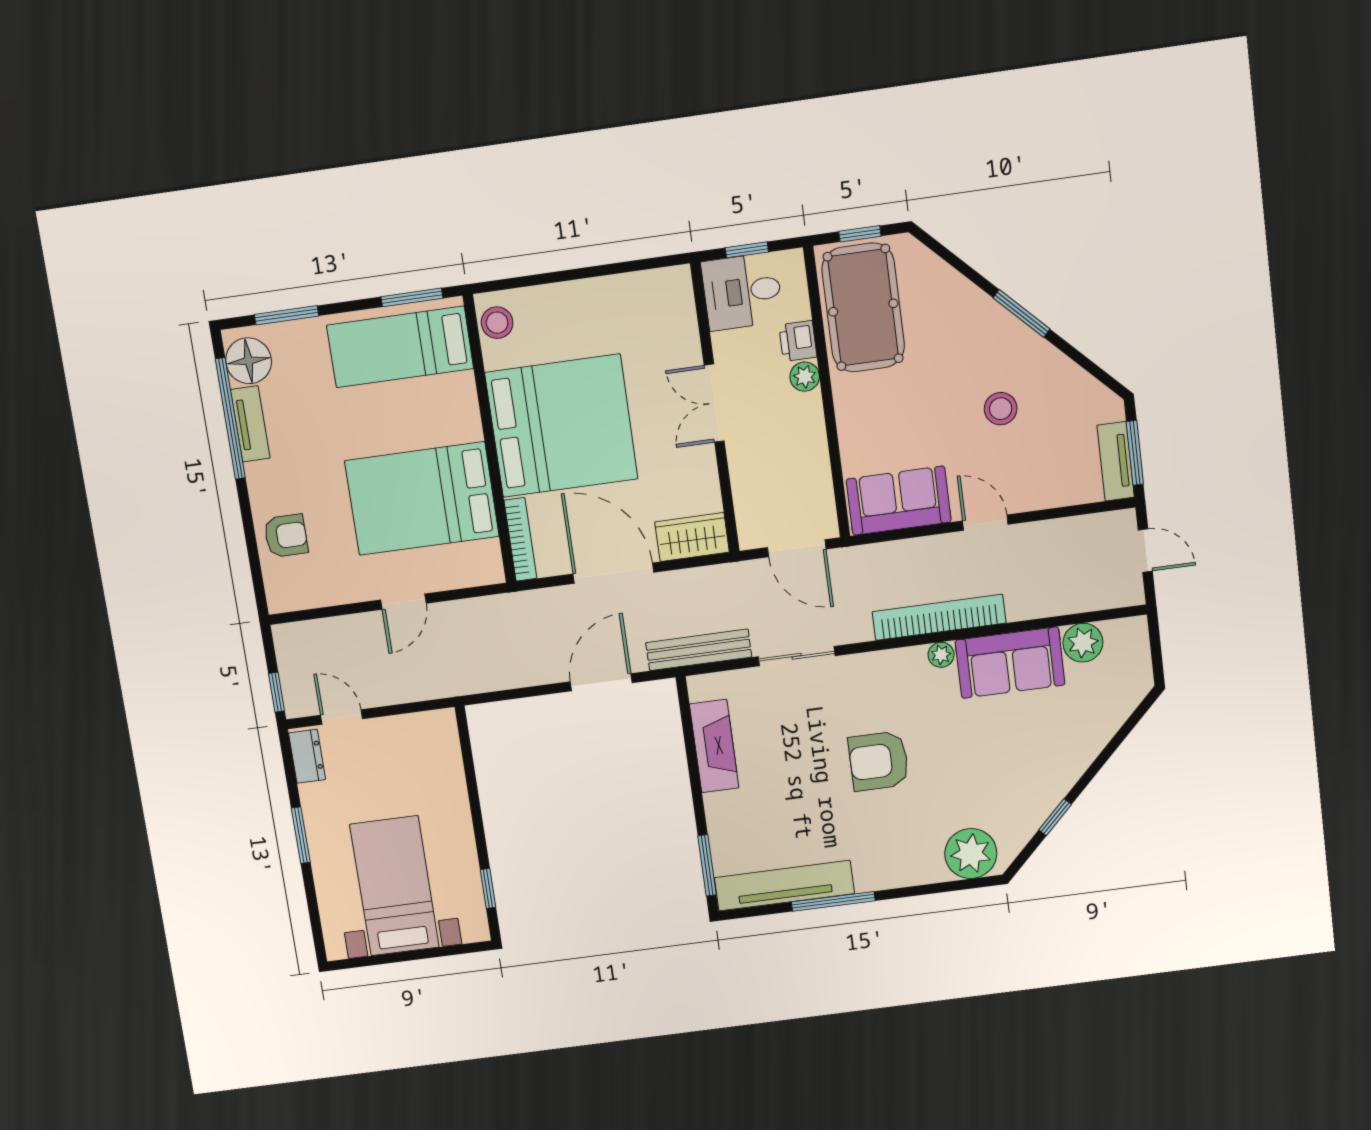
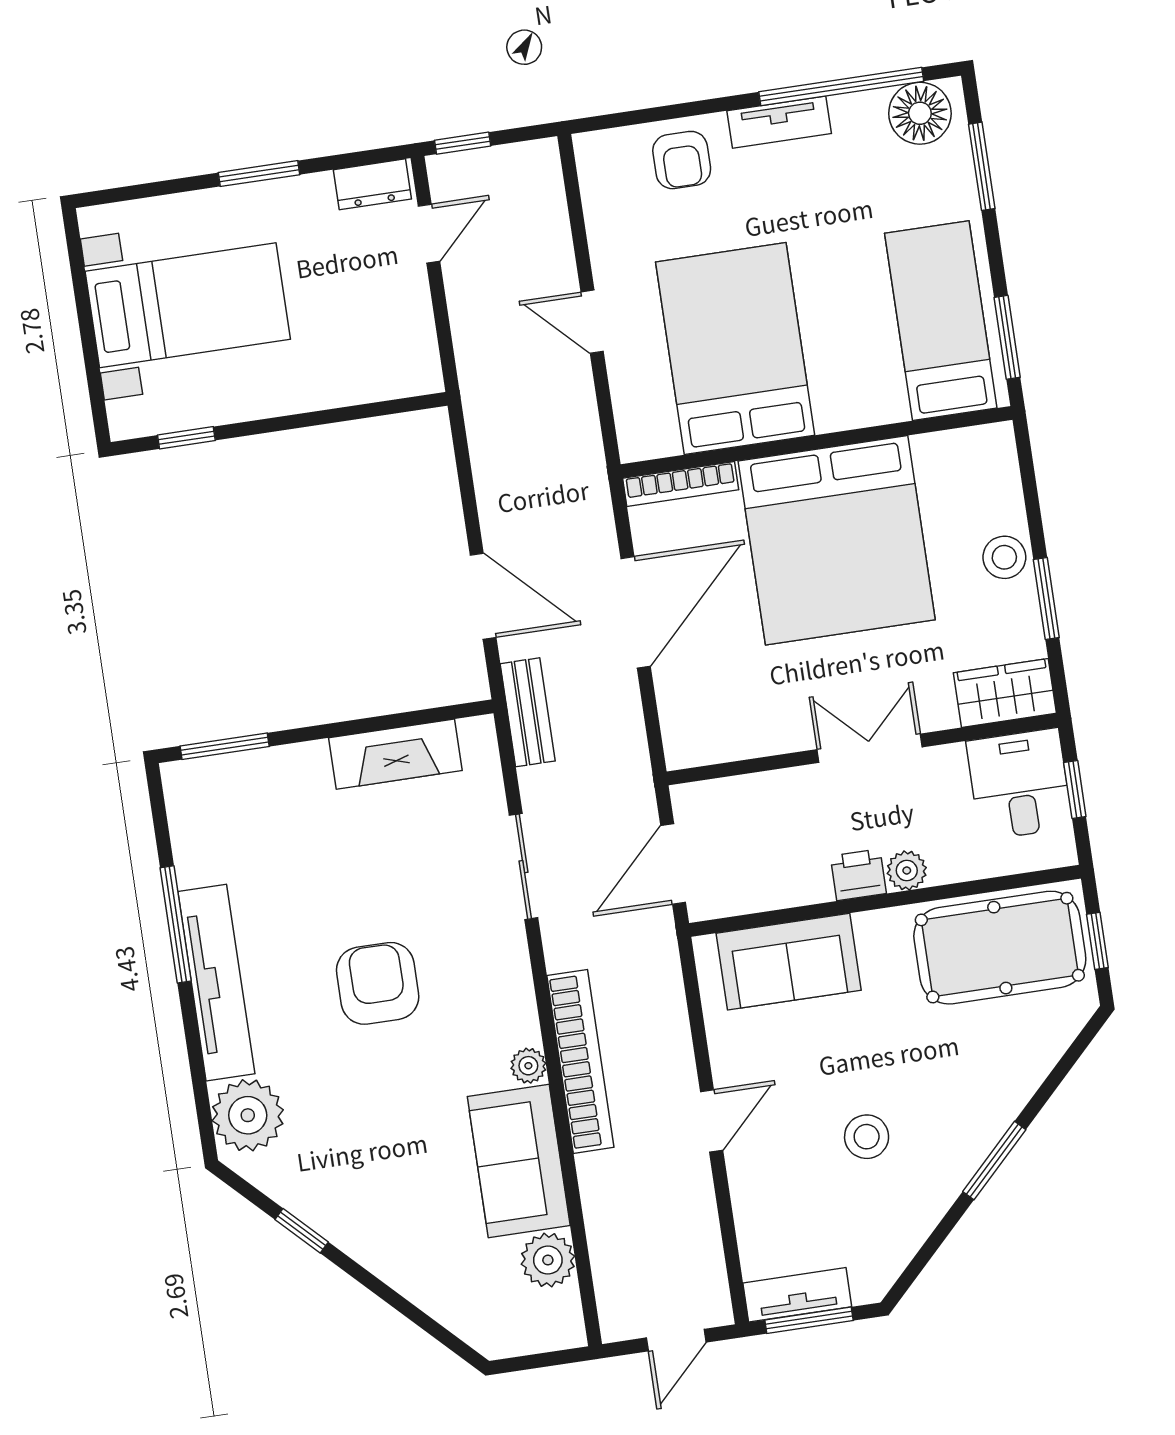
window: (605, 270) -> (1046, 598), added
stool: (497, 323) -> (1004, 557), moved
printer: (798, 341) -> (858, 875), moved
tv unit: (250, 424) -> (779, 122), moved
sofa: (899, 501) -> (789, 962), moved, turned 90
wardrobe: (692, 537) -> (1005, 693), moved, turned -90
bench: (699, 650) -> (528, 712), width x0.73
tv unit: (784, 886) -> (216, 983), moved

